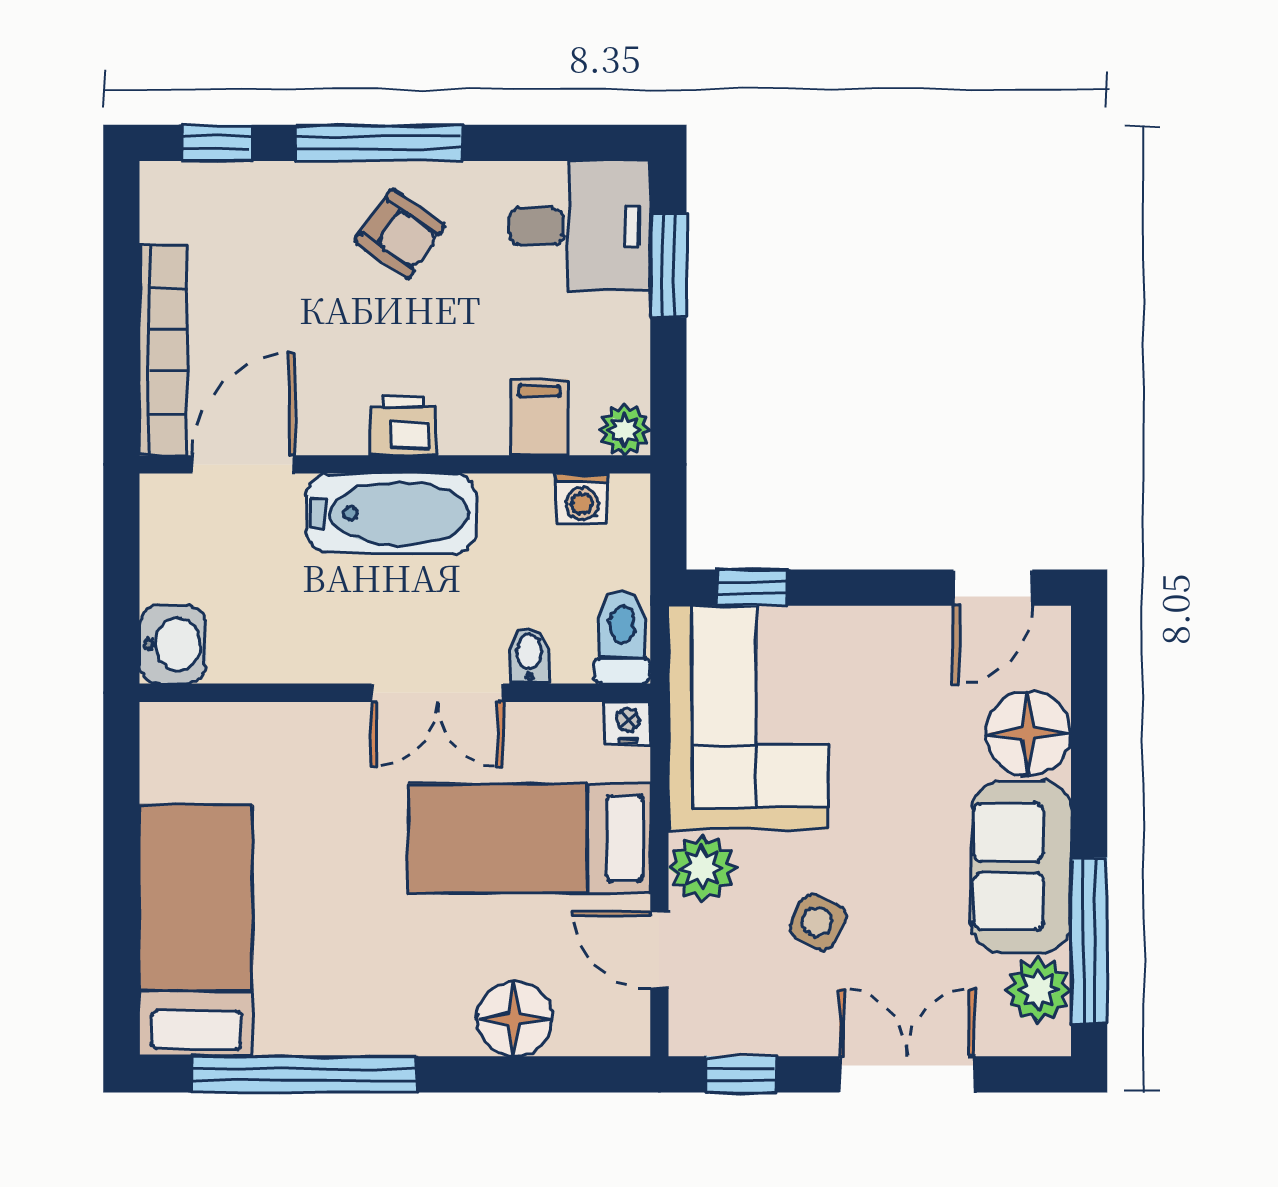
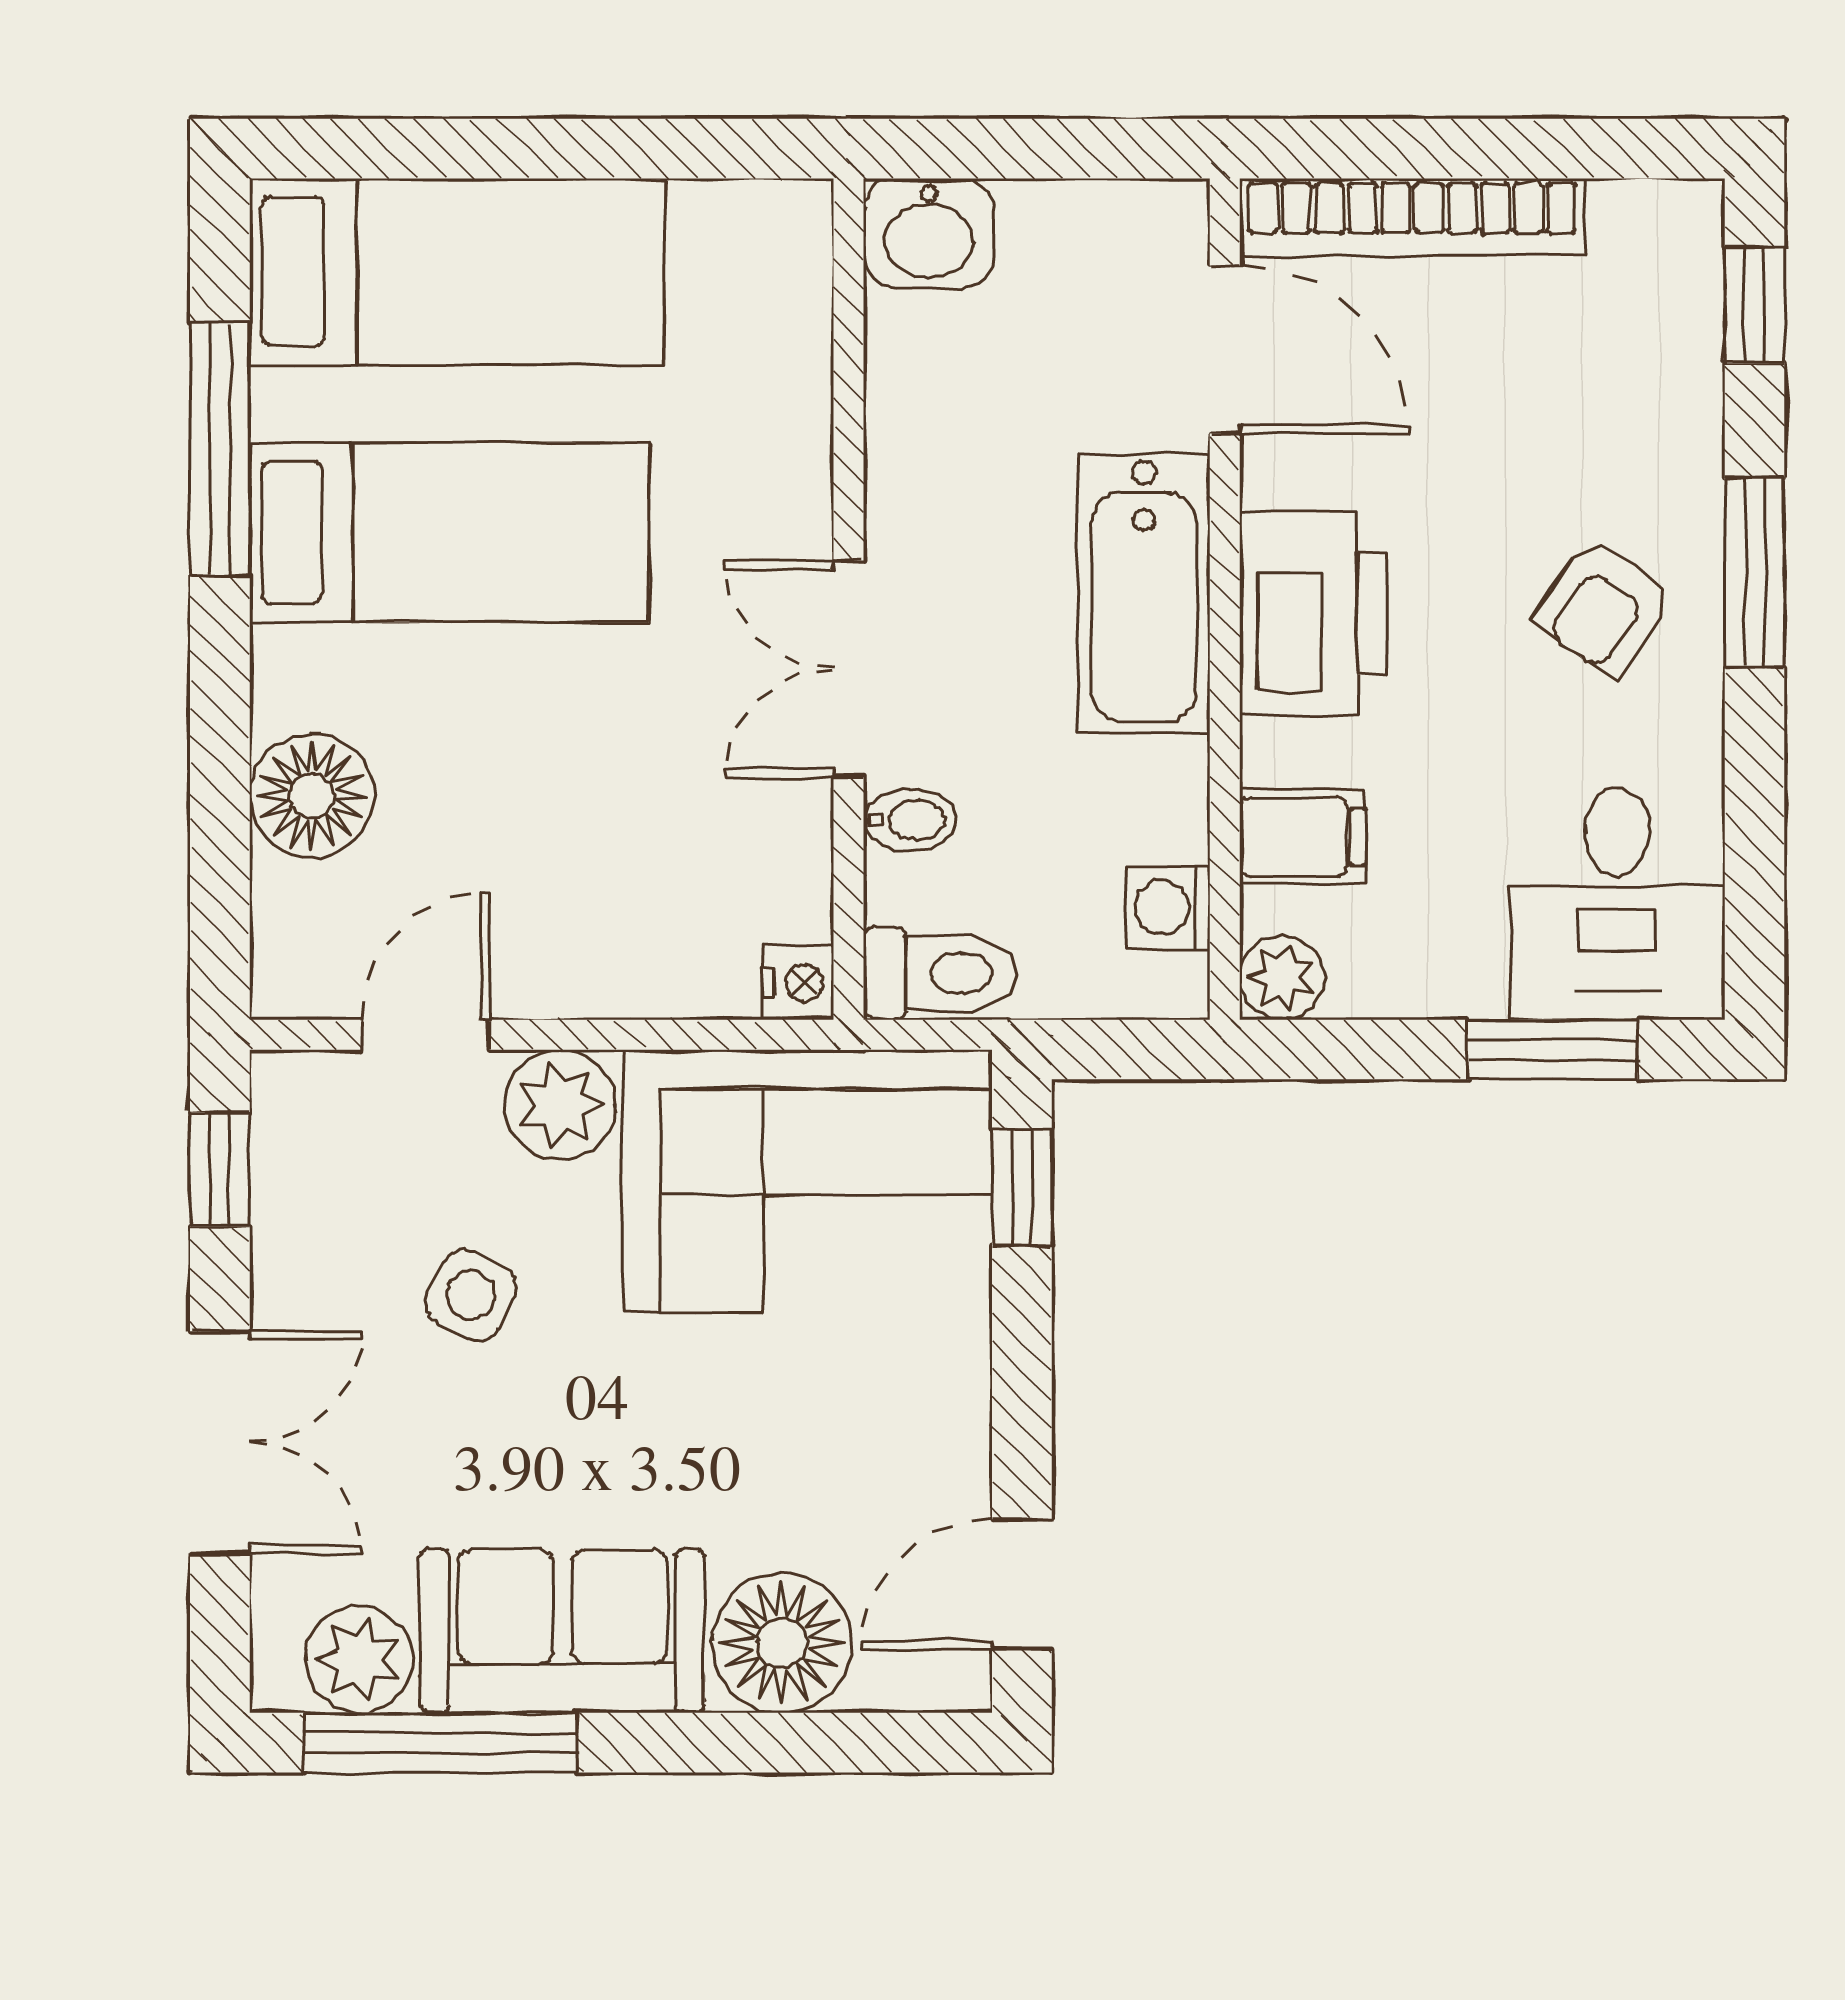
window: (379, 143) -> (1755, 573), width x0.69
printer: (403, 425) -> (1313, 613), width x1.87, depth x1.48
door: (993, 588) -> (1022, 1584), hinge flipped
bed: (529, 838) -> (449, 532), moved, turned 90
window: (304, 1074) -> (220, 449), width x0.68

